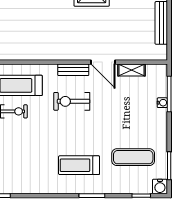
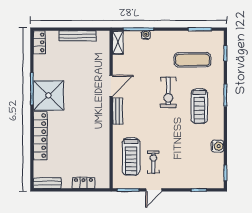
shelving: (132, 70) -> (118, 42), moved
exercise bike: (72, 101) -> (168, 92), moved
exercise mat: (133, 157) -> (192, 60), turned 90
water cooler: (160, 186) -> (218, 146), moved

